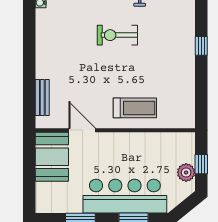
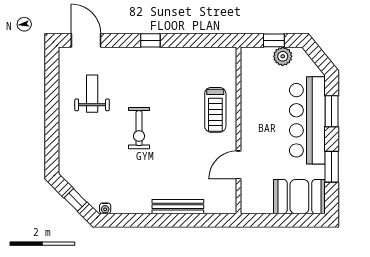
bench: (42, 97) -> (178, 207), moved, width x1.36
treadmill: (135, 108) -> (215, 110), turned 180
booth: (52, 157) -> (299, 197), moved

